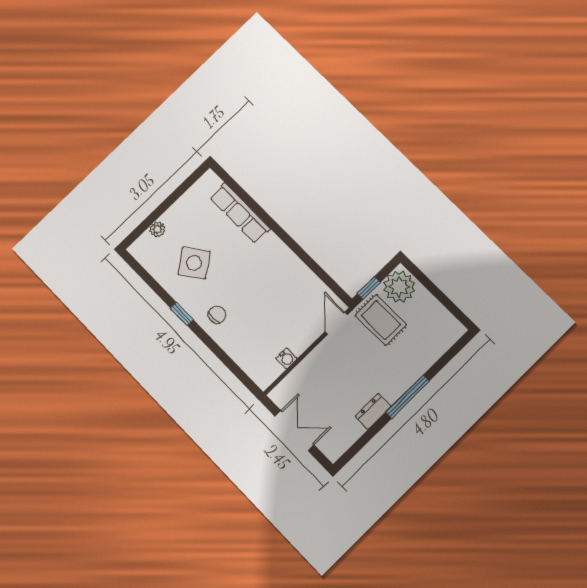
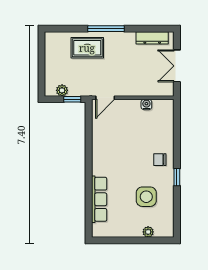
side table: (194, 263) -> (146, 197), turned 37
plant: (399, 287) -> (62, 90), width x0.53, depth x0.53
rug: (381, 320) -> (87, 48), moved, turned 90
dresser: (373, 411) -> (152, 38), moved, width x1.44

